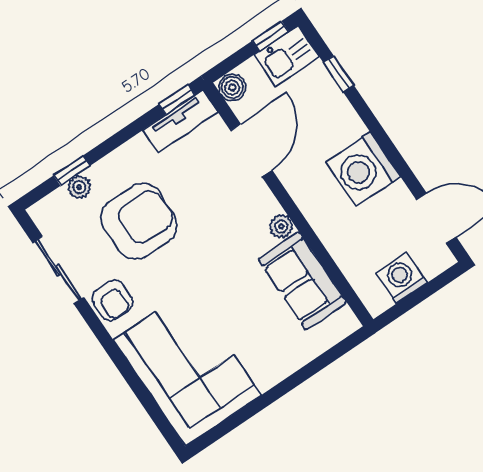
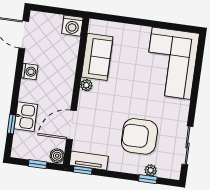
window: (270, 36) -> (38, 164), moved
kitchen sink: (287, 56) -> (26, 117), moved, turned 90
washing machine: (363, 169) -> (29, 72), width x0.53, depth x0.53
washing machine: (402, 278) -> (72, 26), moved
armchair: (113, 300) -> (177, 115), removed

